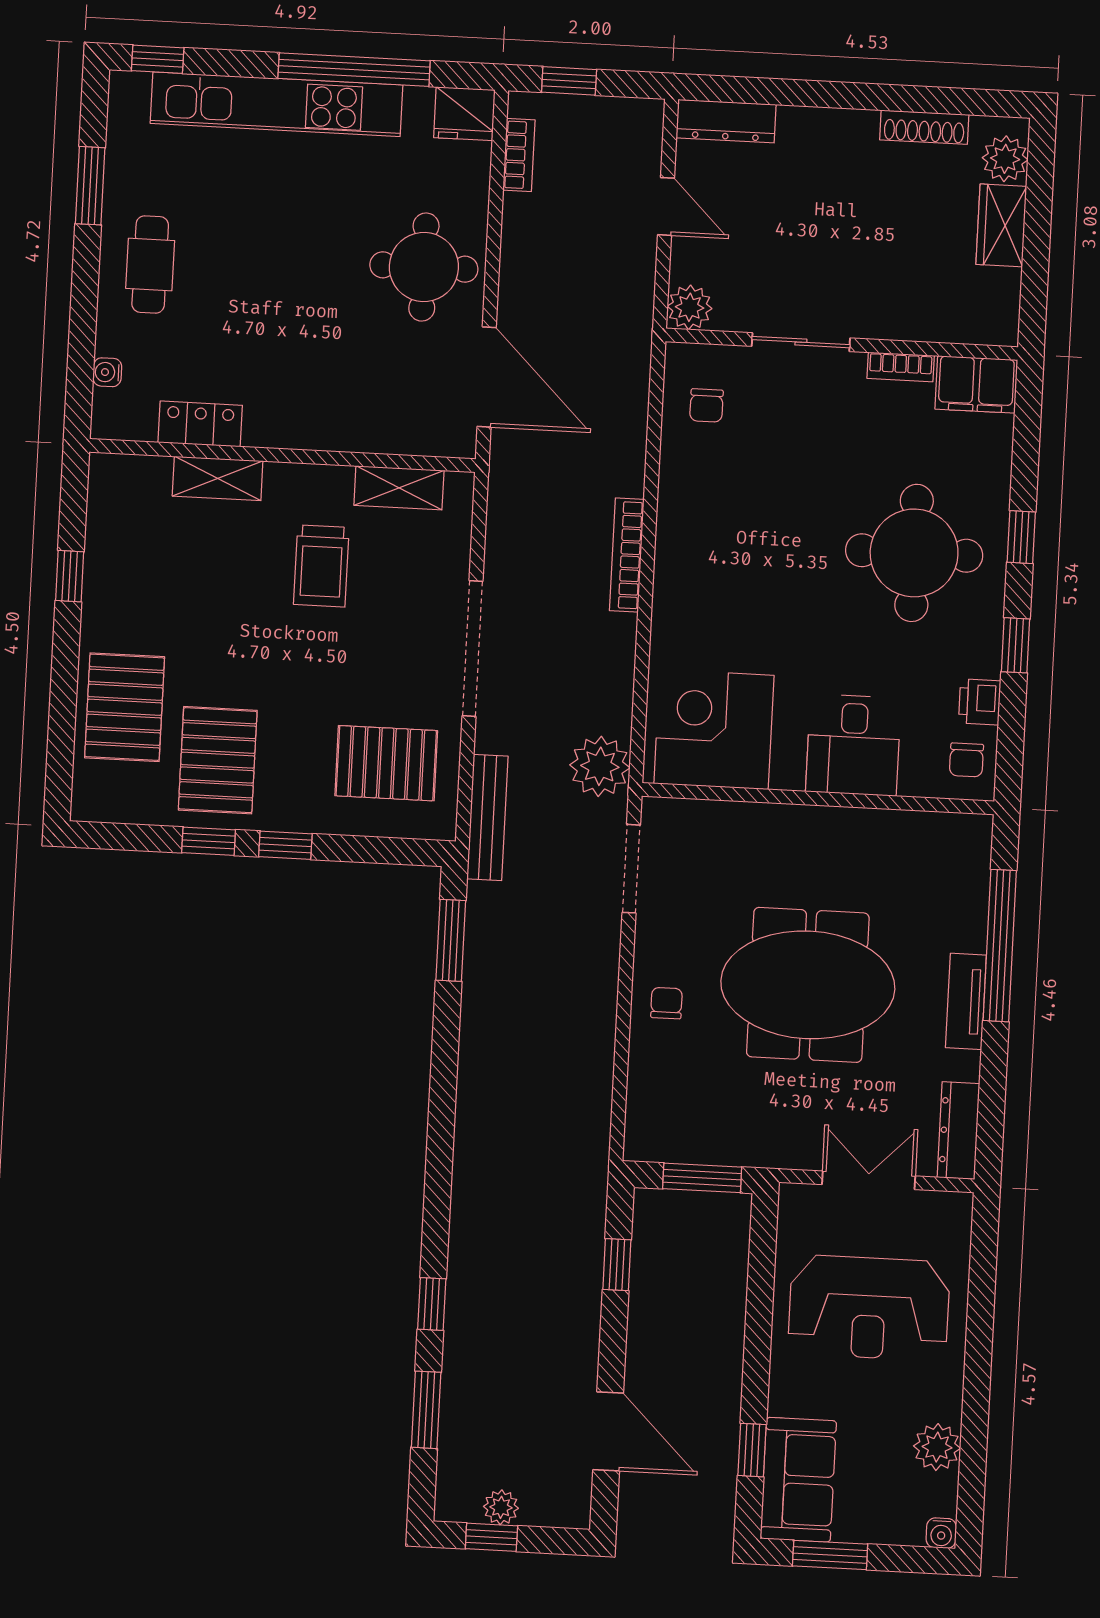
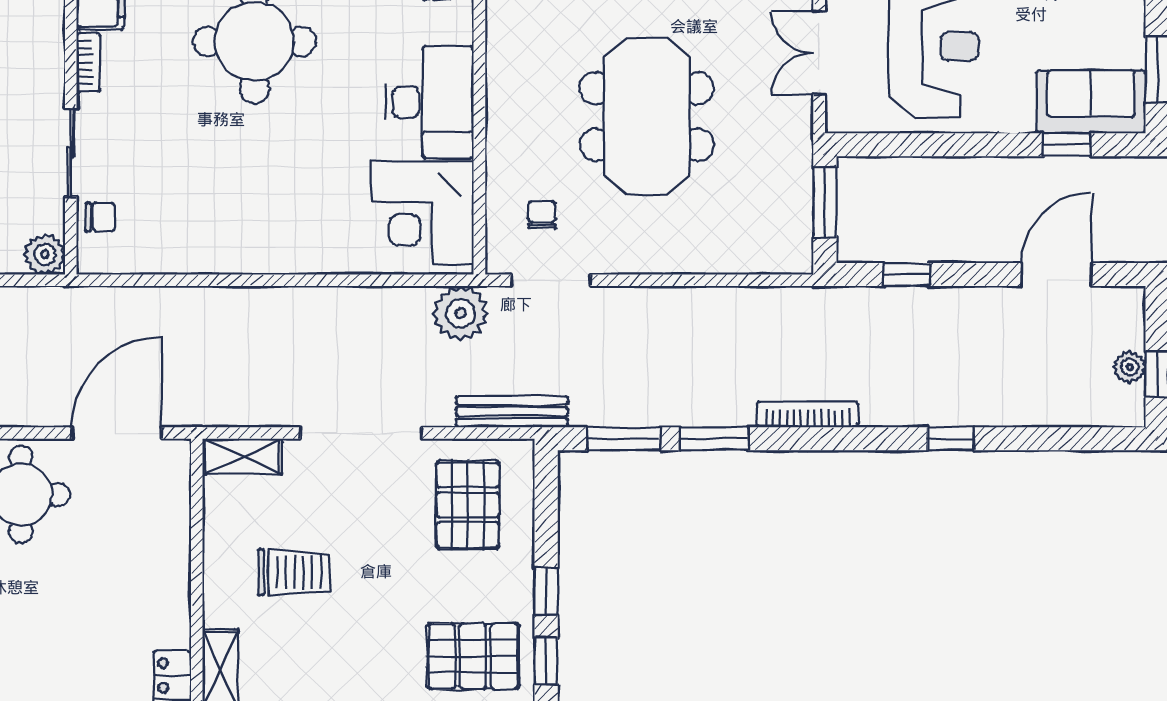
chair: (706, 405) -> (100, 217), moved
shelving: (399, 488) -> (242, 457), moved, turned 90
bookcase: (627, 555) -> (808, 414), moved, turned 180
desk: (853, 745) -> (430, 102), width x1.37
chair: (666, 1003) -> (542, 215), moved, turned 90
window: (426, 1410) -> (714, 439), moved

